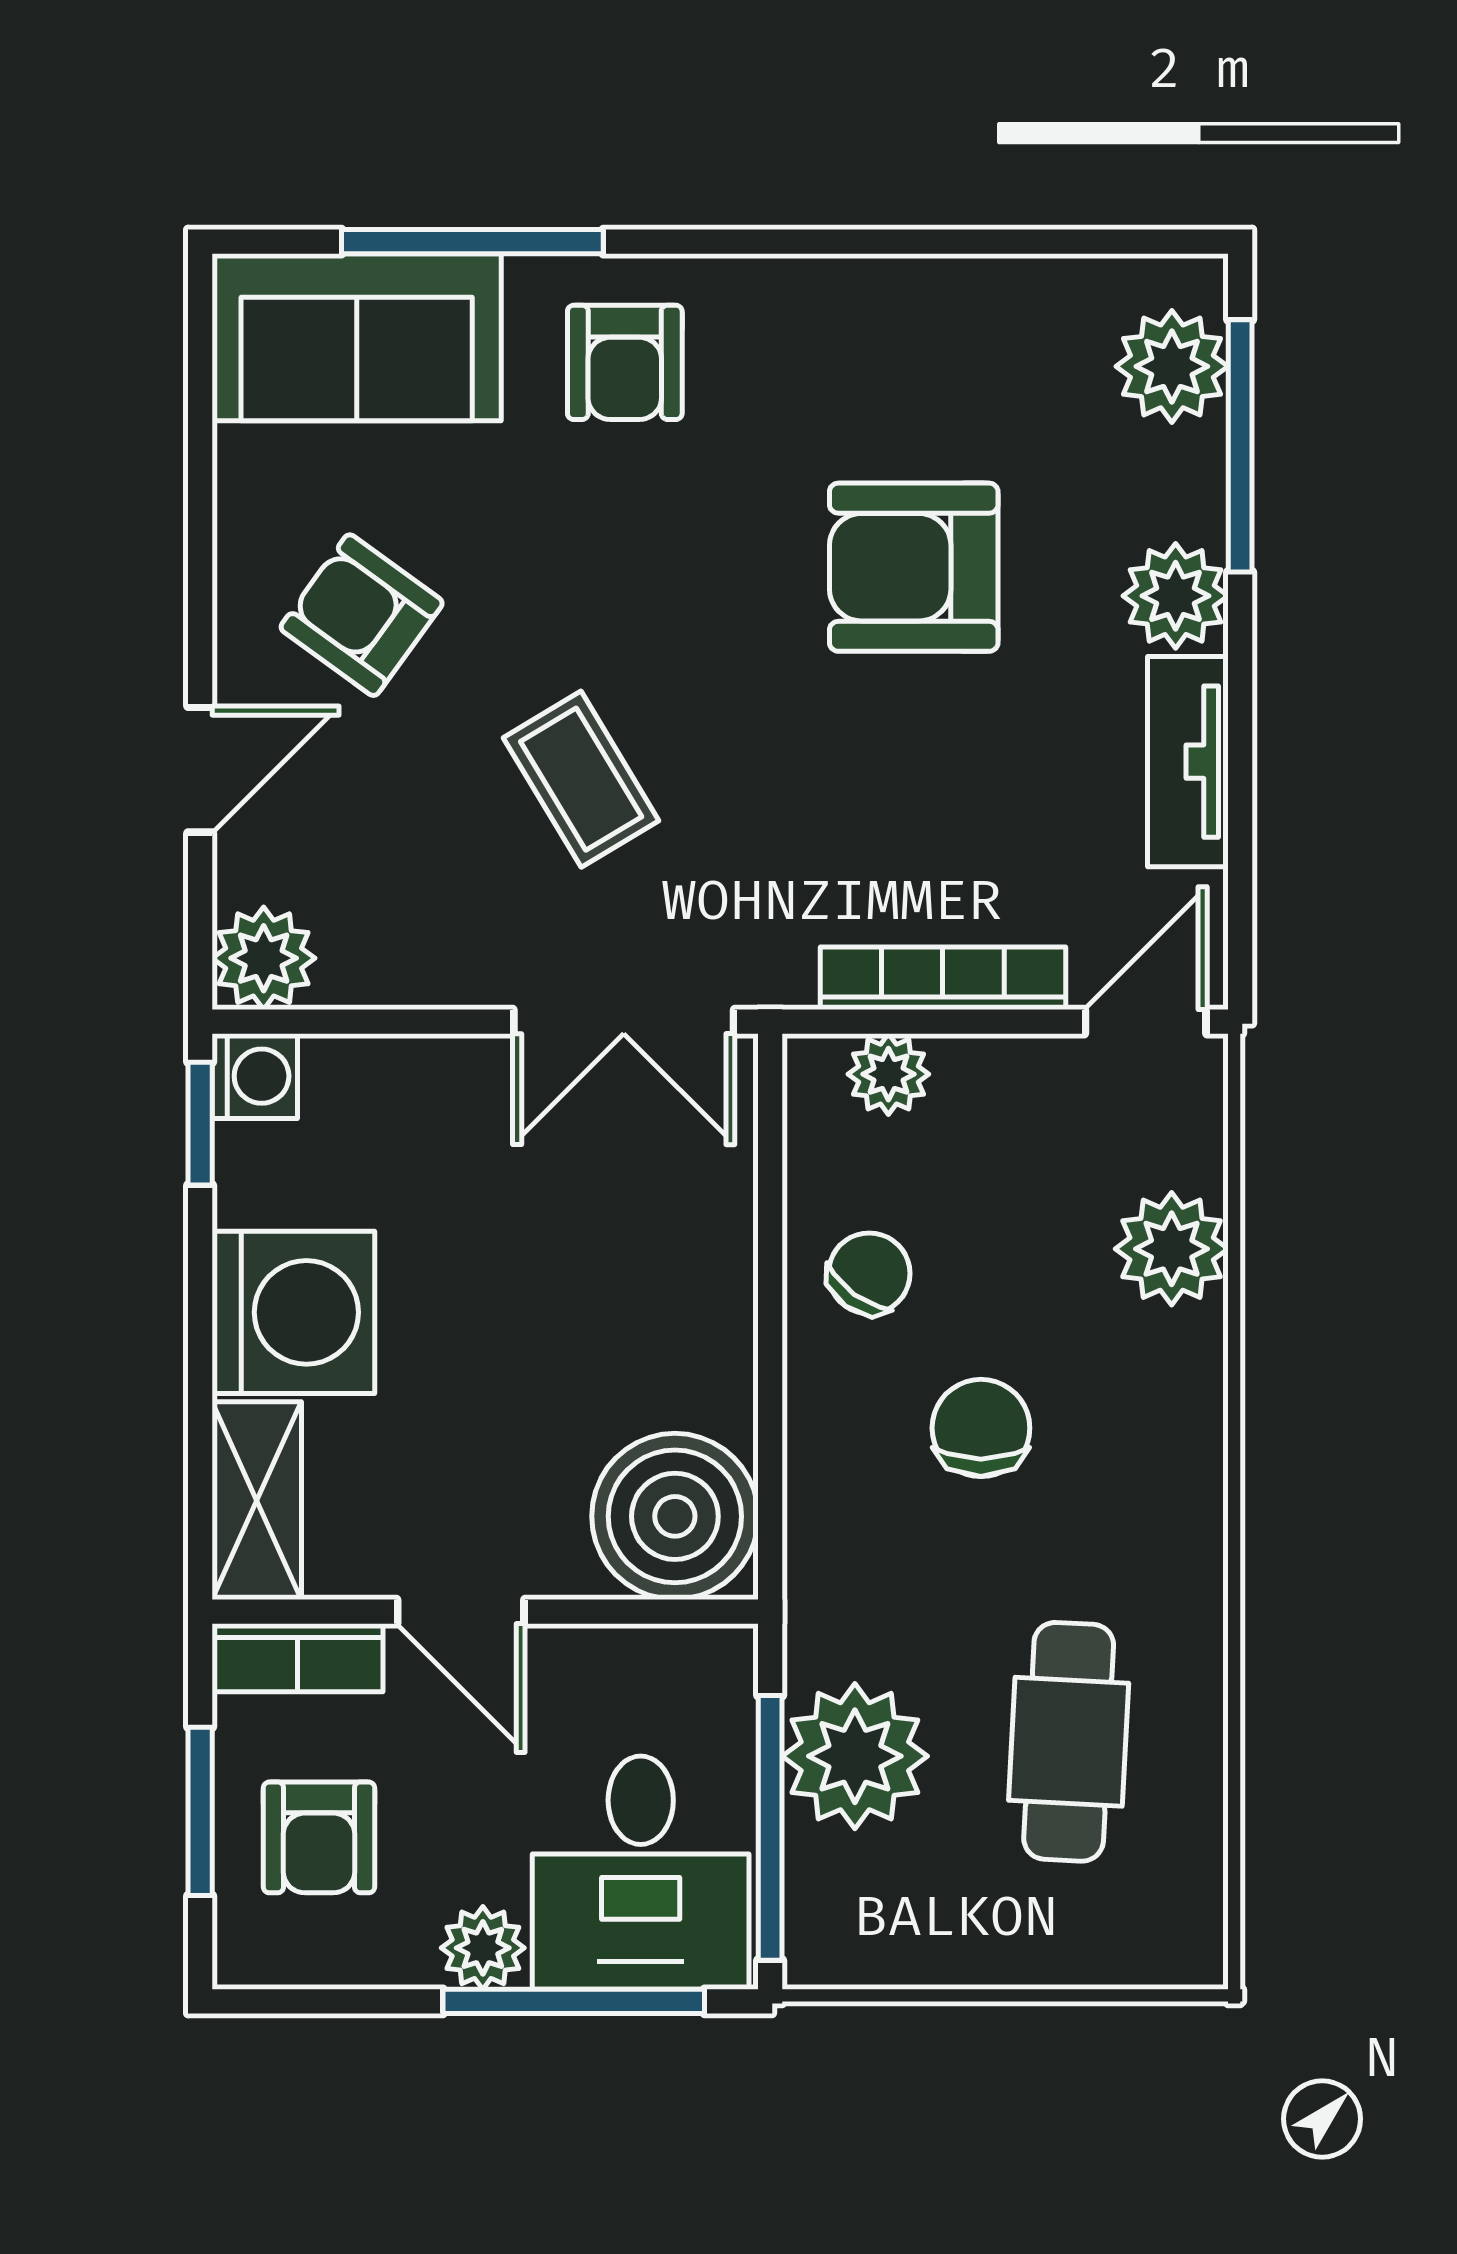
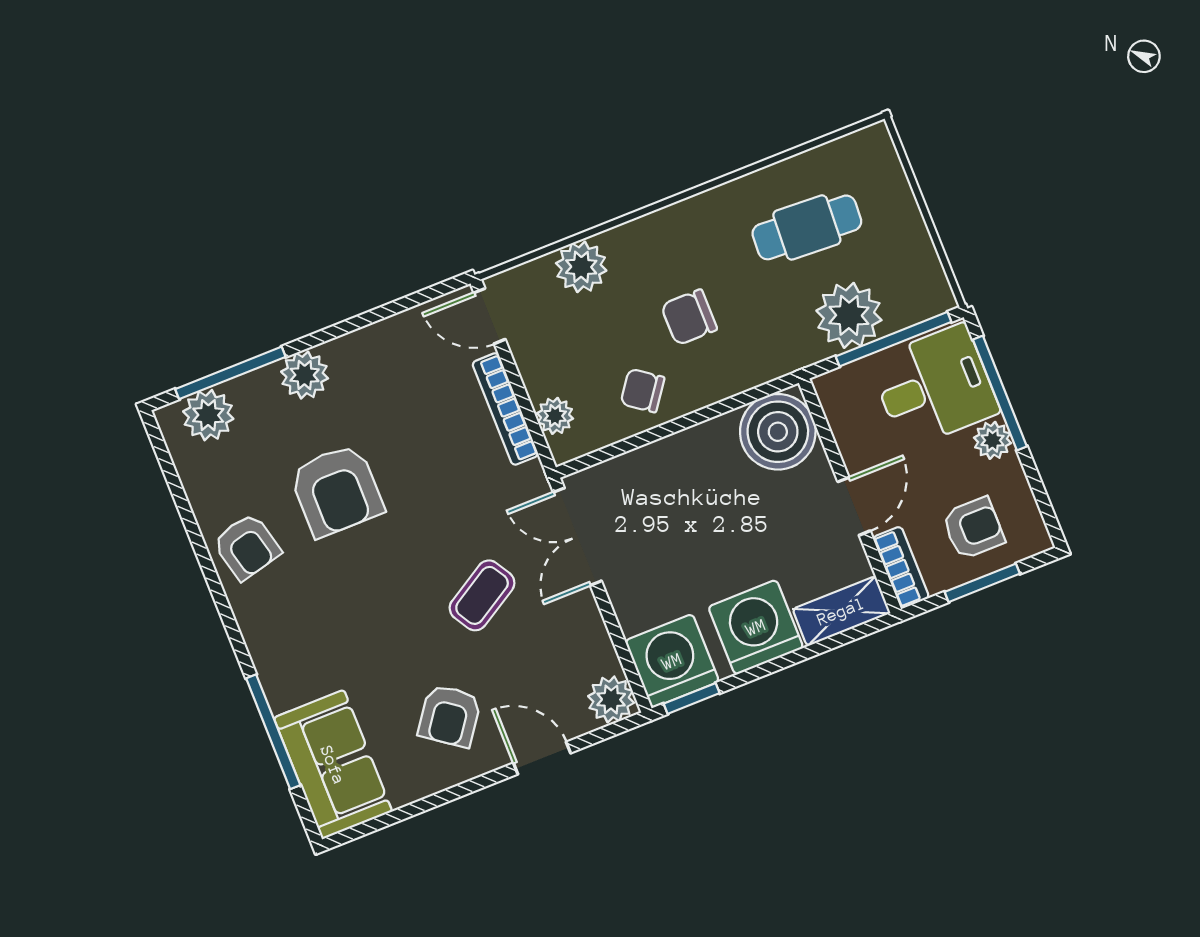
armchair: (625, 362) -> (247, 547), moved, turned 76
tv unit: (1188, 762) -> (373, 342), removed
double door: (624, 1022) -> (577, 537), swing flipped
washing machine: (255, 1076) -> (672, 661), width x1.89, depth x1.89

